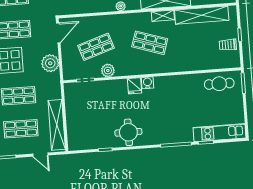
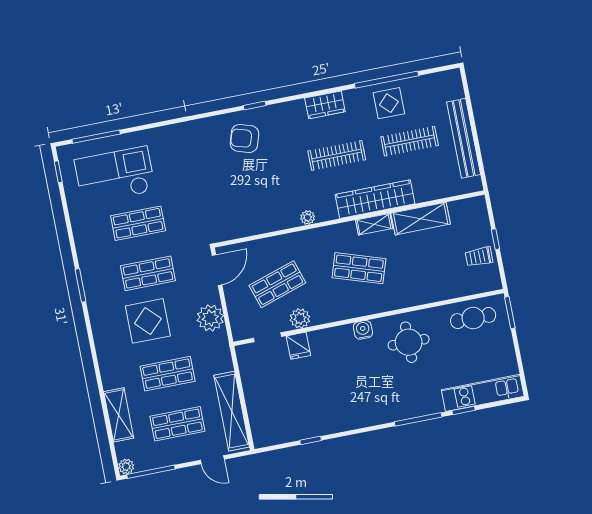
shelving: (202, 15) -> (421, 219), width x0.68
fridge: (134, 86) -> (298, 346), moved
round table: (128, 132) -> (409, 342), moved

